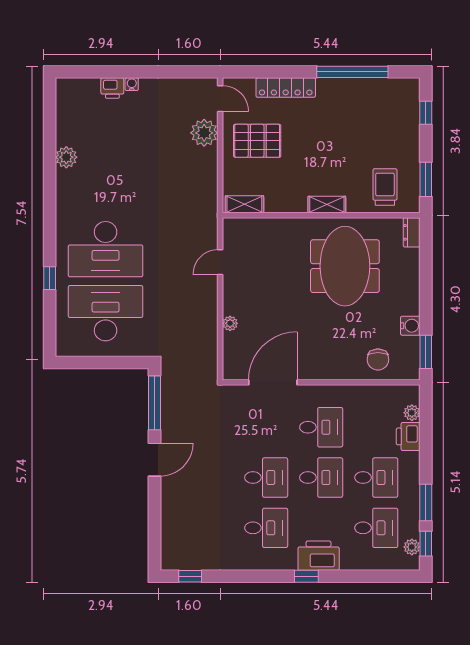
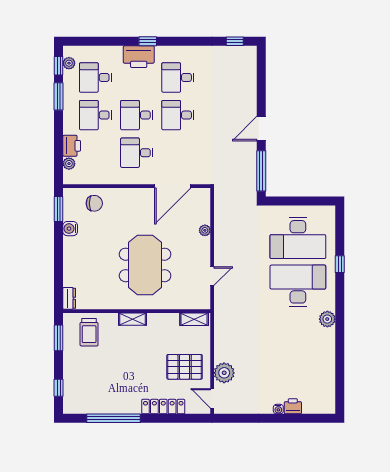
plant: (66, 157) -> (327, 319), moved
meeting table: (345, 266) -> (145, 265), moved
chair: (378, 359) -> (94, 203), turned 90

